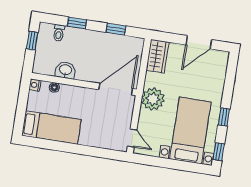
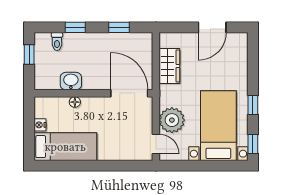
wardrobe: (157, 56) -> (169, 66), moved
nightstand: (35, 85) -> (40, 125), moved
floor lamp: (54, 87) -> (75, 102), moved
door: (116, 89) -> (129, 93), hinge flipped
plant: (153, 99) -> (172, 120), moved

